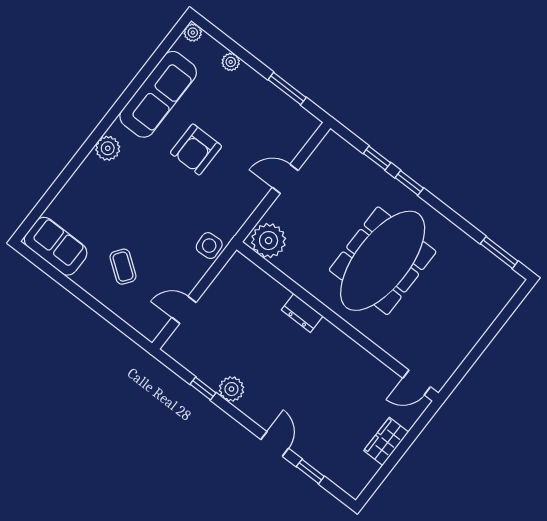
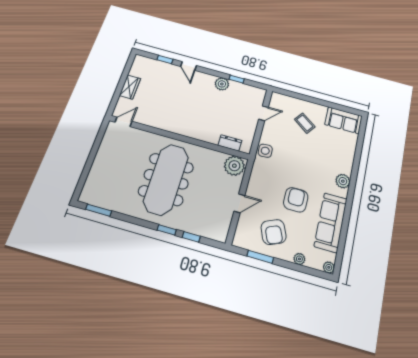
armchair: (252, 116) -> (274, 232), added
dresser: (302, 313) -> (230, 143), moved

